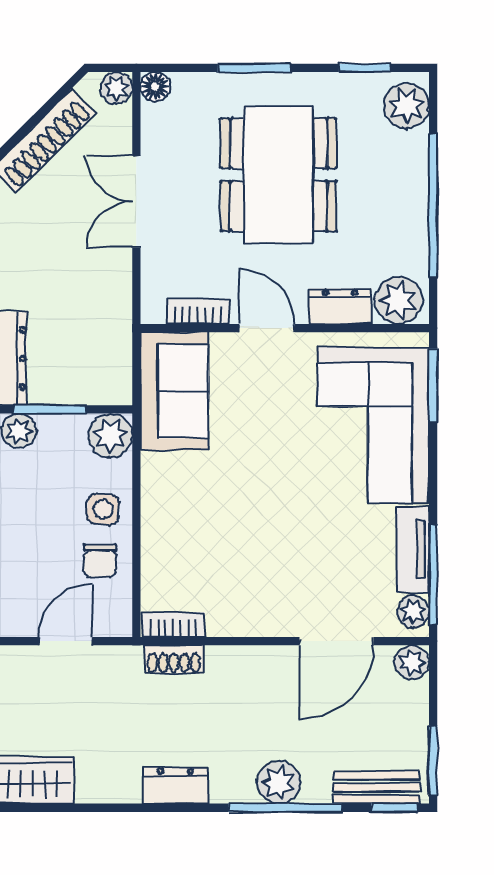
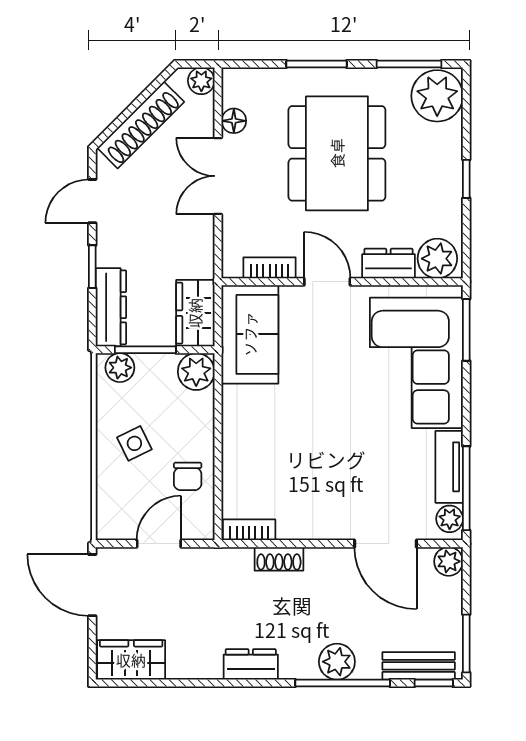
window: (365, 68) -> (409, 64), width x1.50
floor lamp: (155, 87) -> (234, 121), moved
plant: (406, 106) -> (437, 96), width x1.36, depth x1.36
window: (433, 205) -> (466, 179), width x0.32
wardrobe: (109, 366) -> (195, 313), added
side table: (103, 509) -> (134, 443), moved, turned -31
door: (336, 641) -> (385, 544), hinge flipped
shoe rack: (174, 659) -> (279, 559), moved

